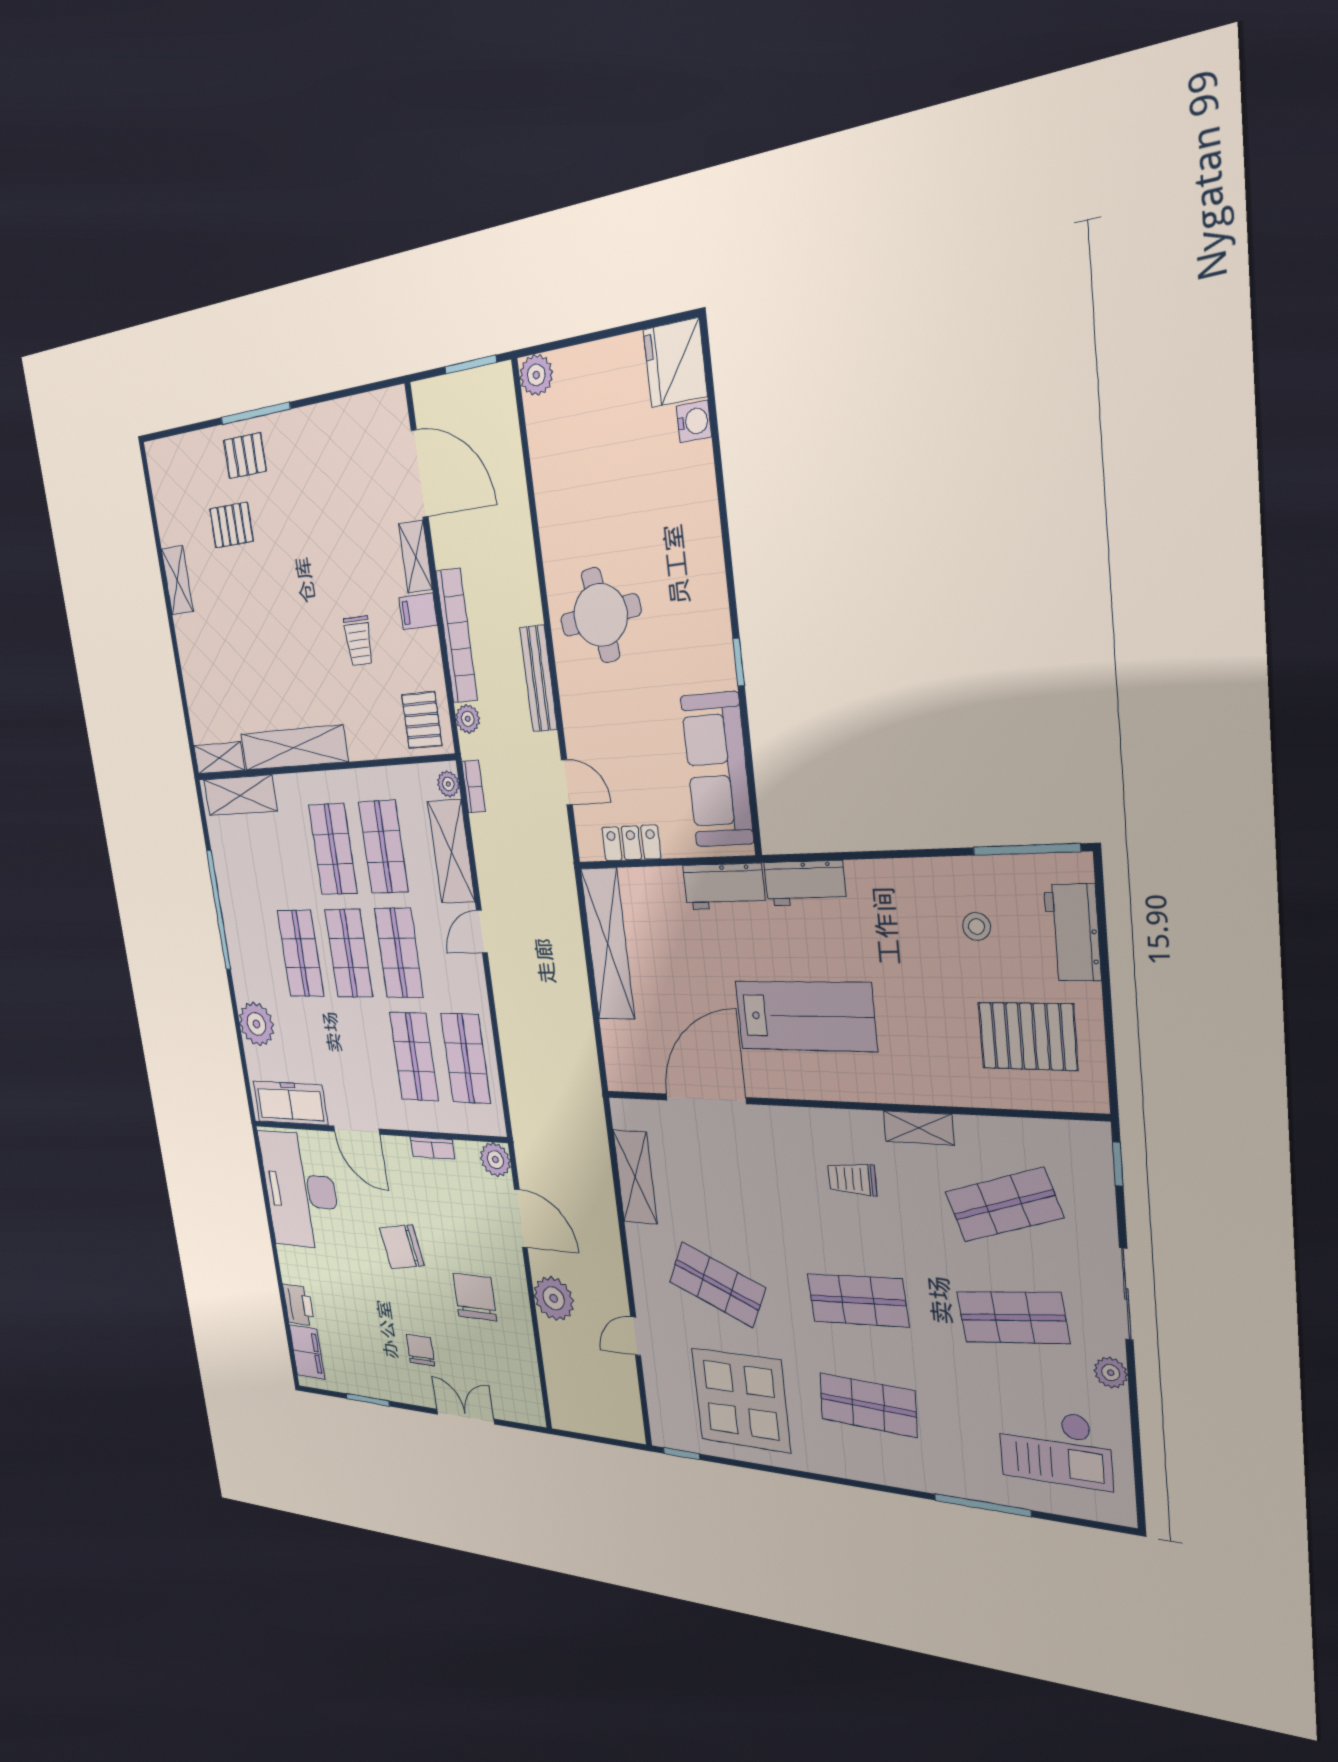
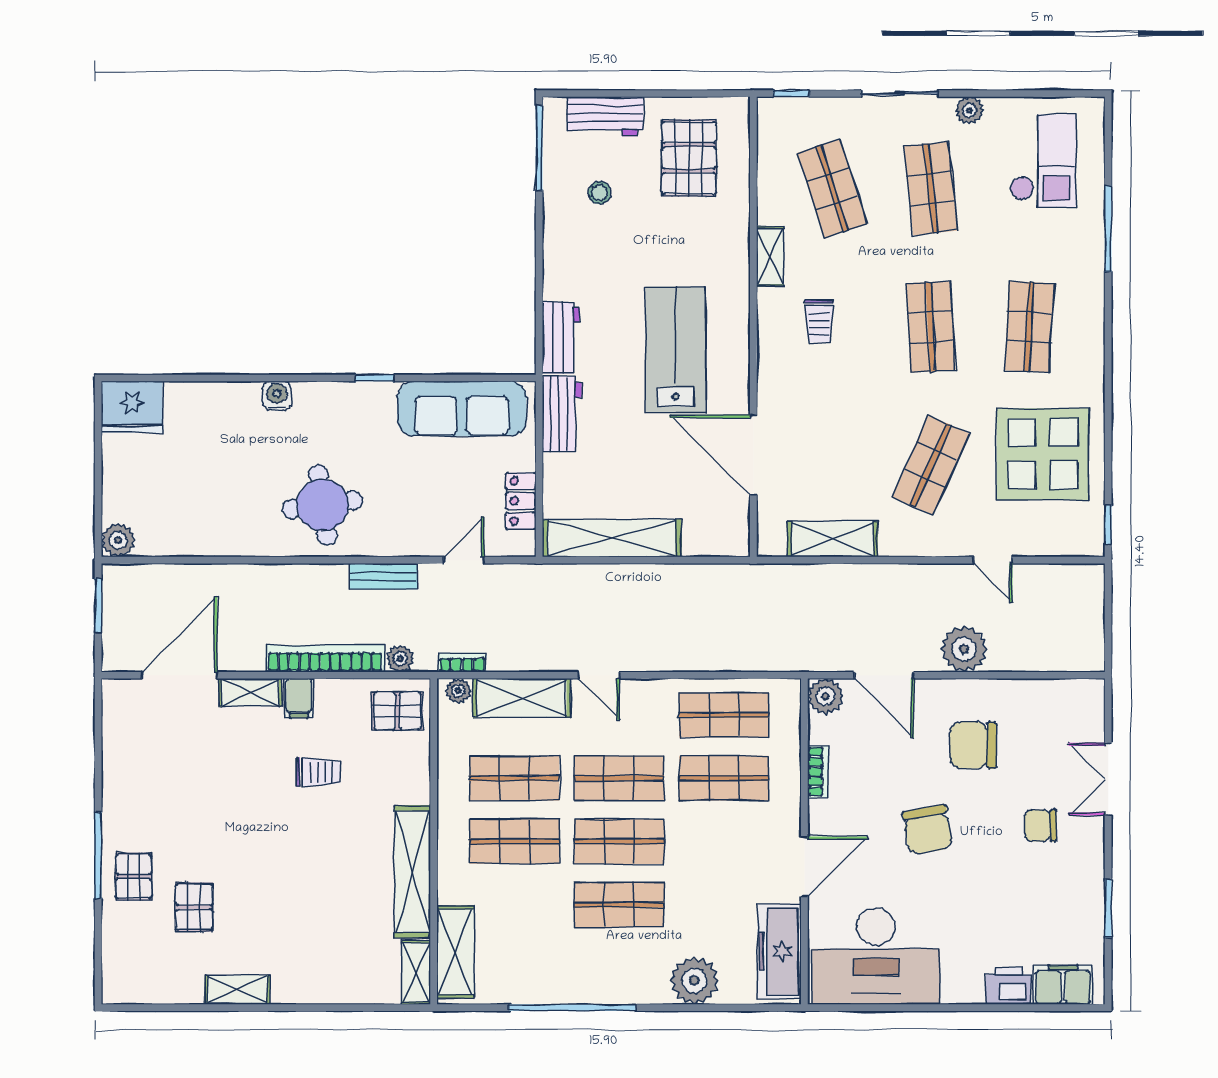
water cooler: (694, 421) -> (277, 396), moved
bench: (539, 679) -> (383, 576), width x0.73
door: (521, 1218) -> (884, 675), swing flipped

